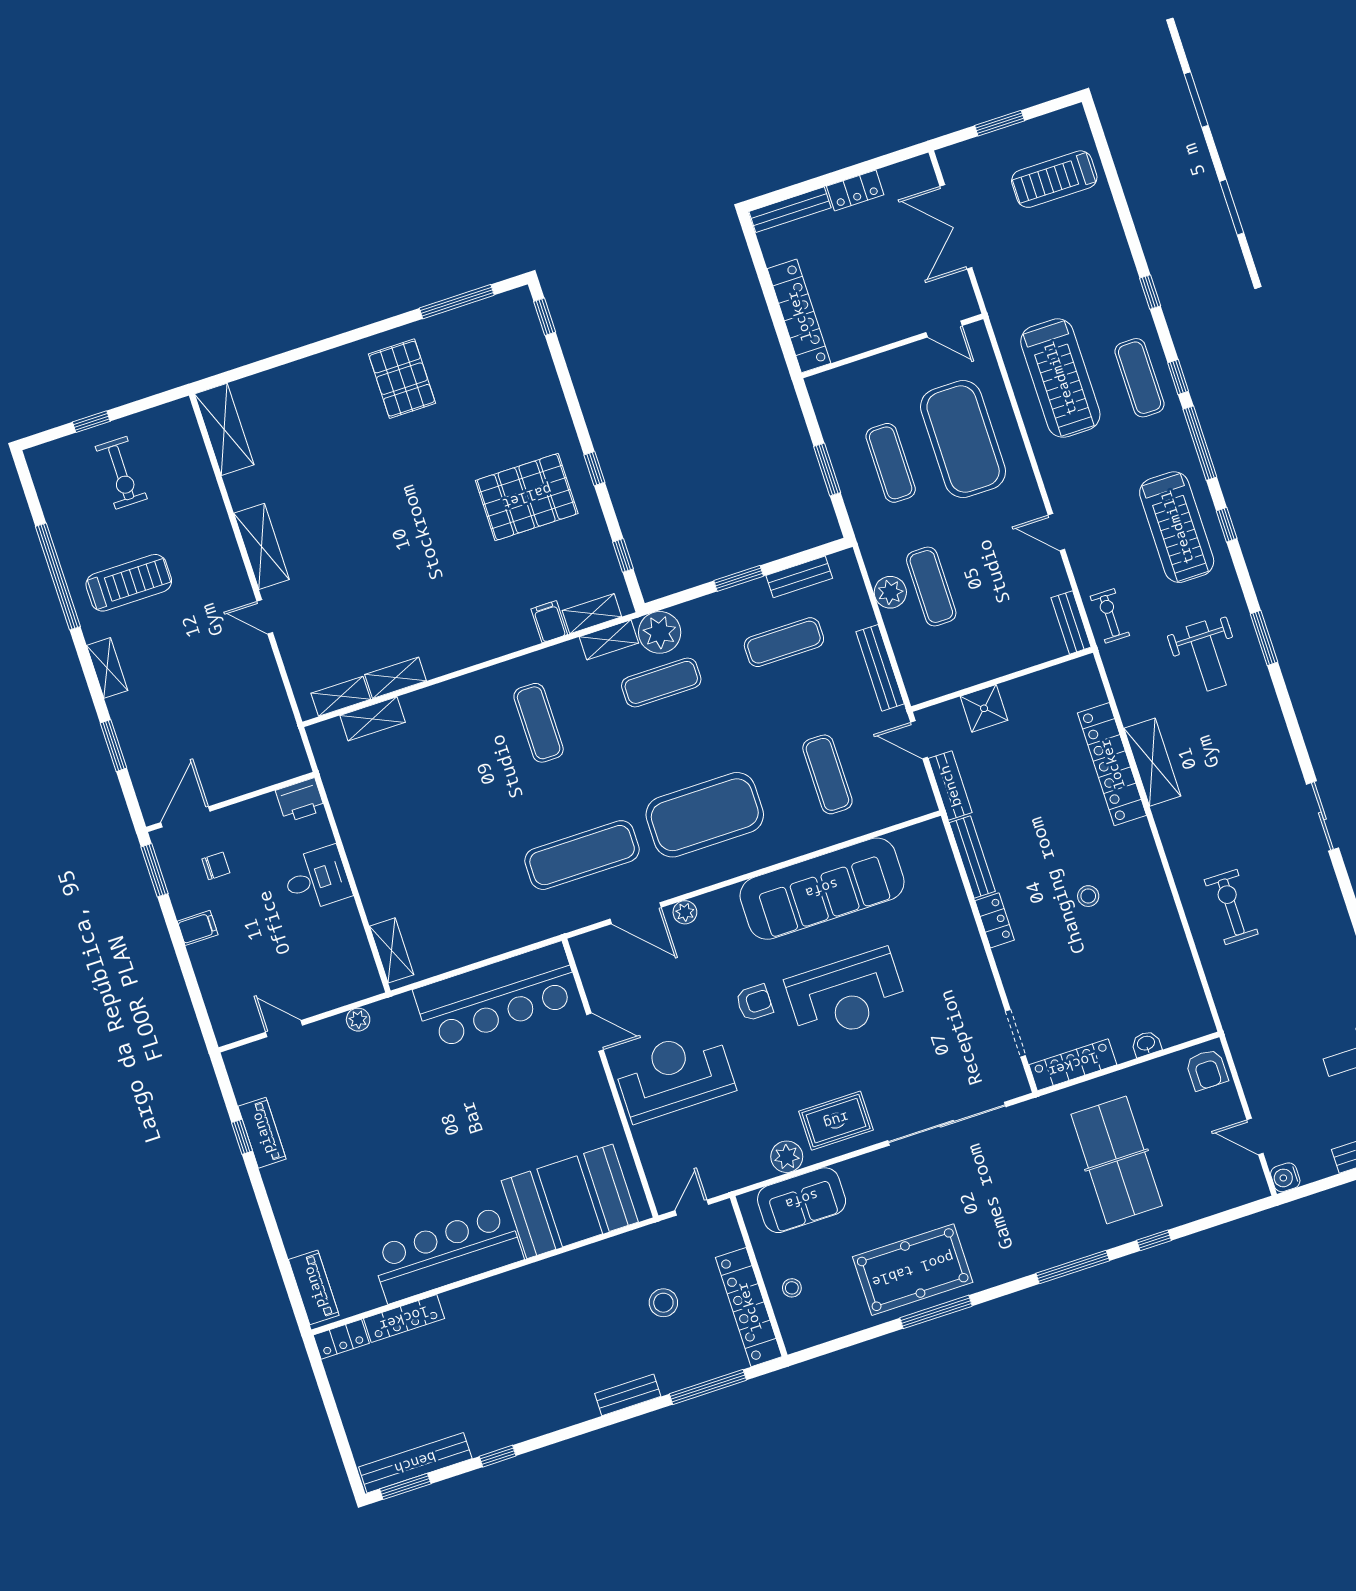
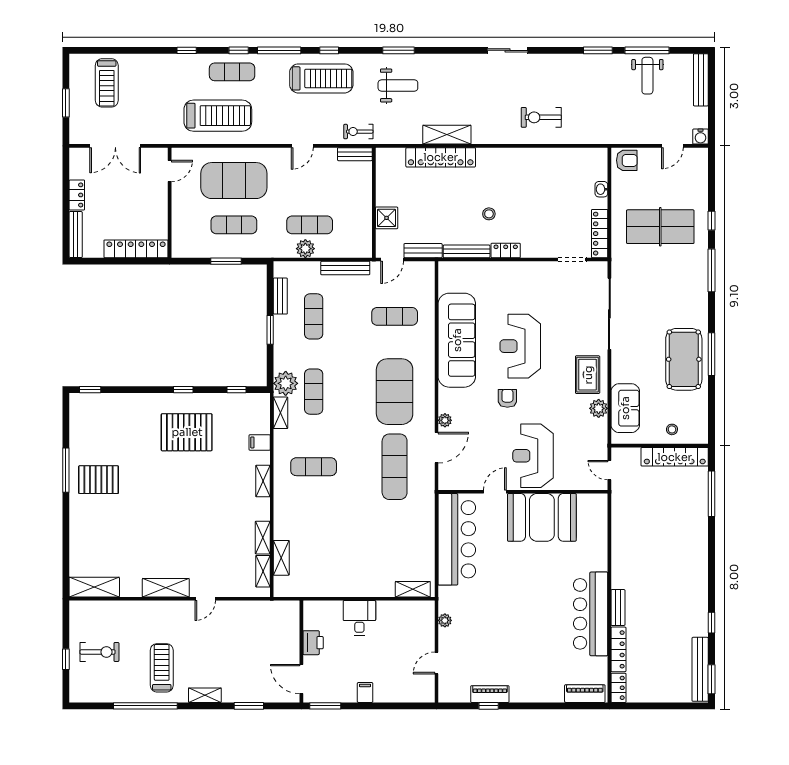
window: (457, 302) -> (66, 470), moved
pallet: (527, 497) -> (187, 432), turned 90
shelving: (592, 614) -> (263, 481), moved
printer: (300, 800) -> (313, 643), moved
chair: (216, 866) -> (334, 671), removed
stool: (1088, 896) -> (489, 214), moved
reception desk: (846, 995) -> (520, 346), turned 180
booth: (570, 1201) -> (542, 517), moved, turned 90
stool: (663, 1303) -> (657, 503), removed
bench: (628, 1395) -> (618, 608), moved

